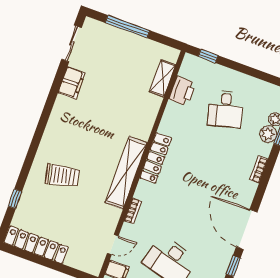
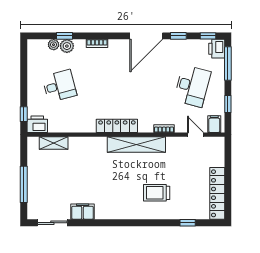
printer: (182, 91) -> (37, 124), moved
trolley: (62, 176) -> (157, 193), turned -78

